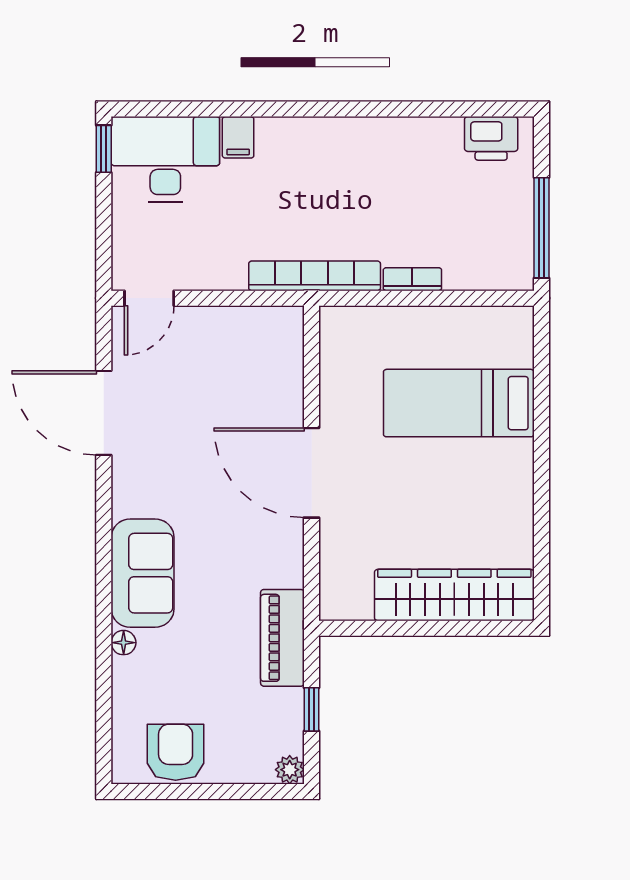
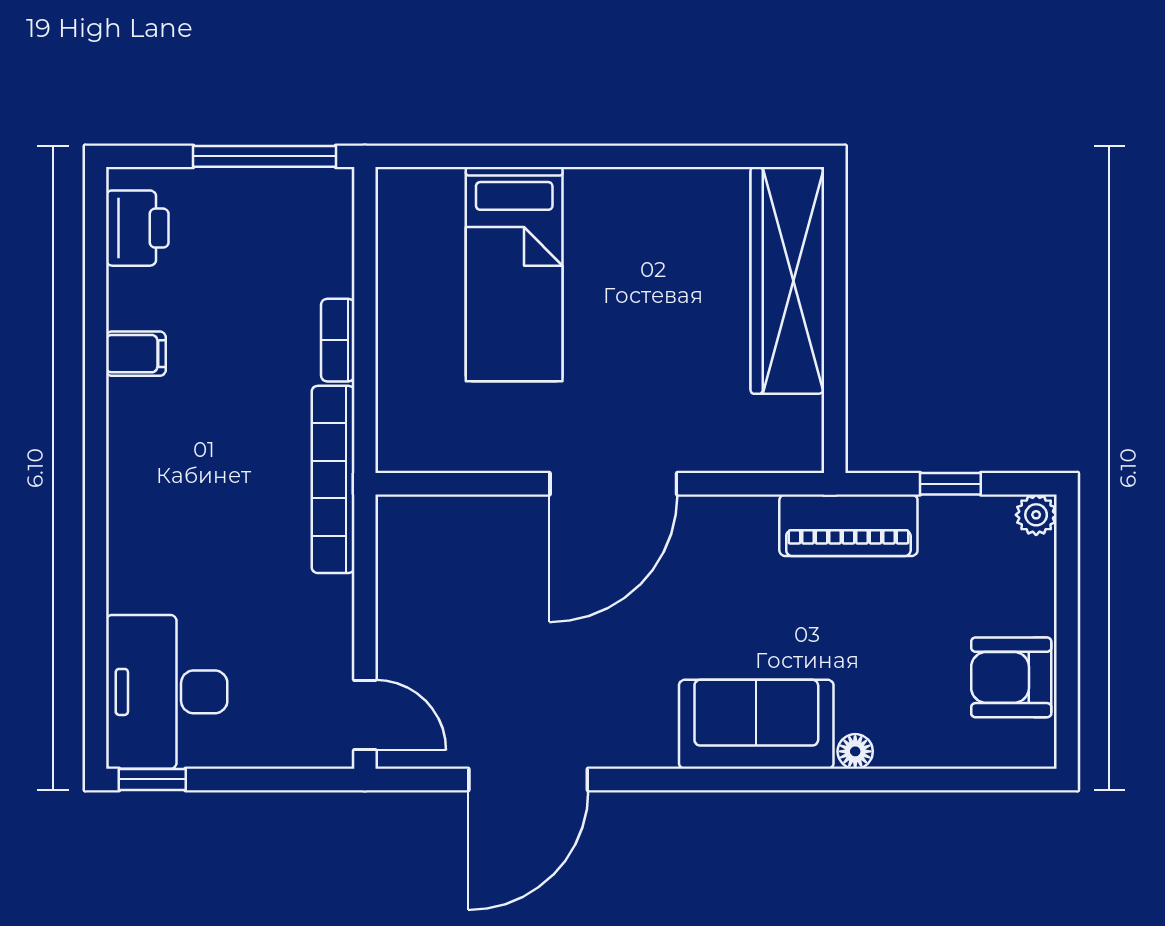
filing cabinet: (238, 137) -> (136, 354), moved

